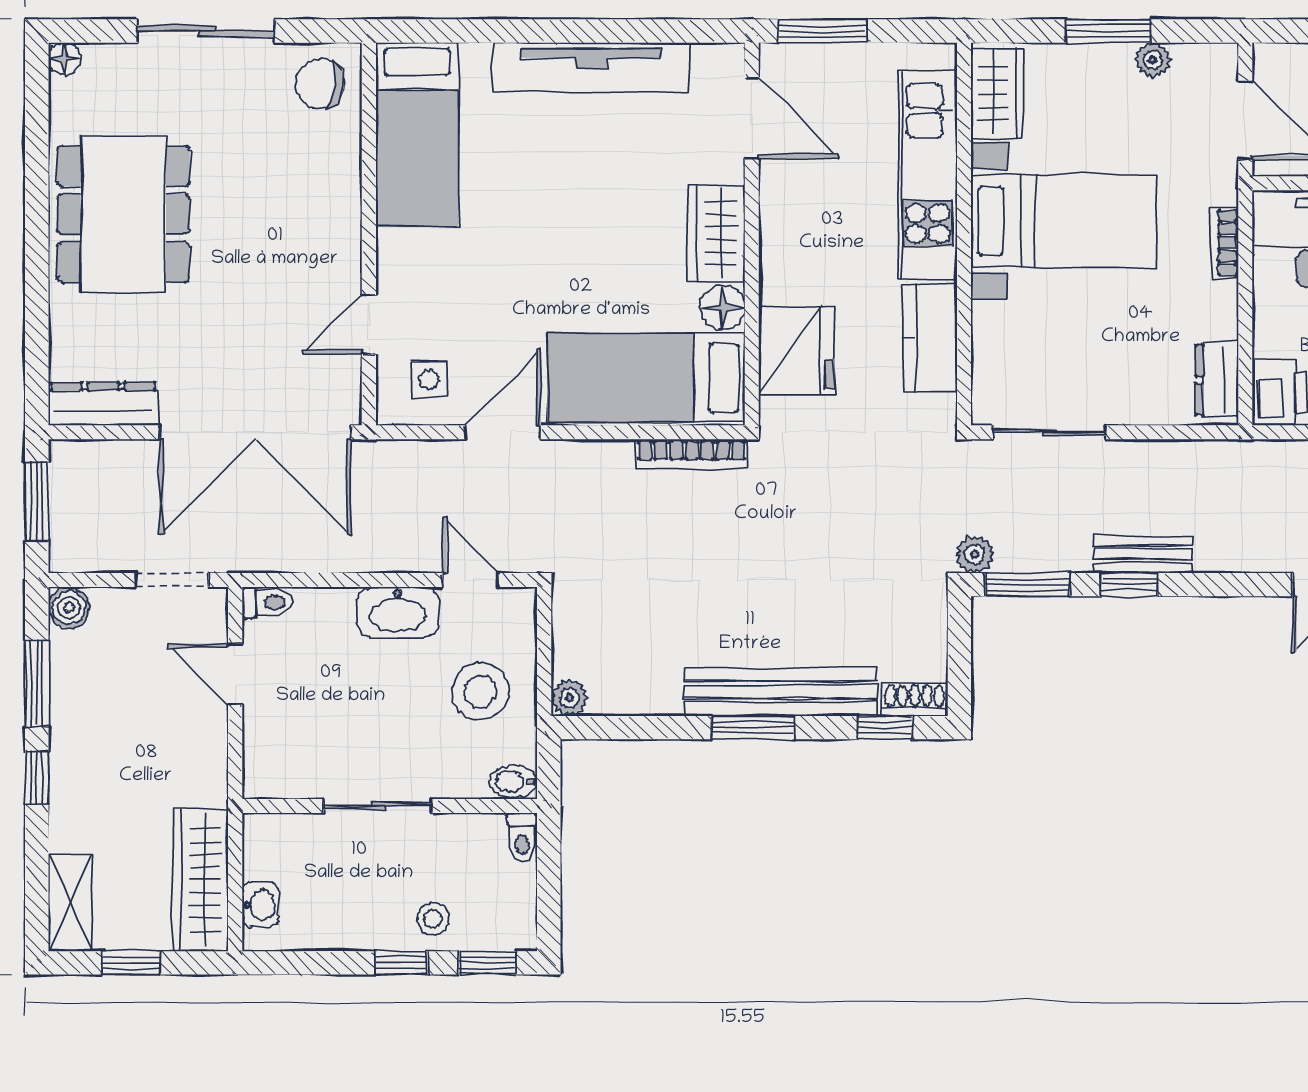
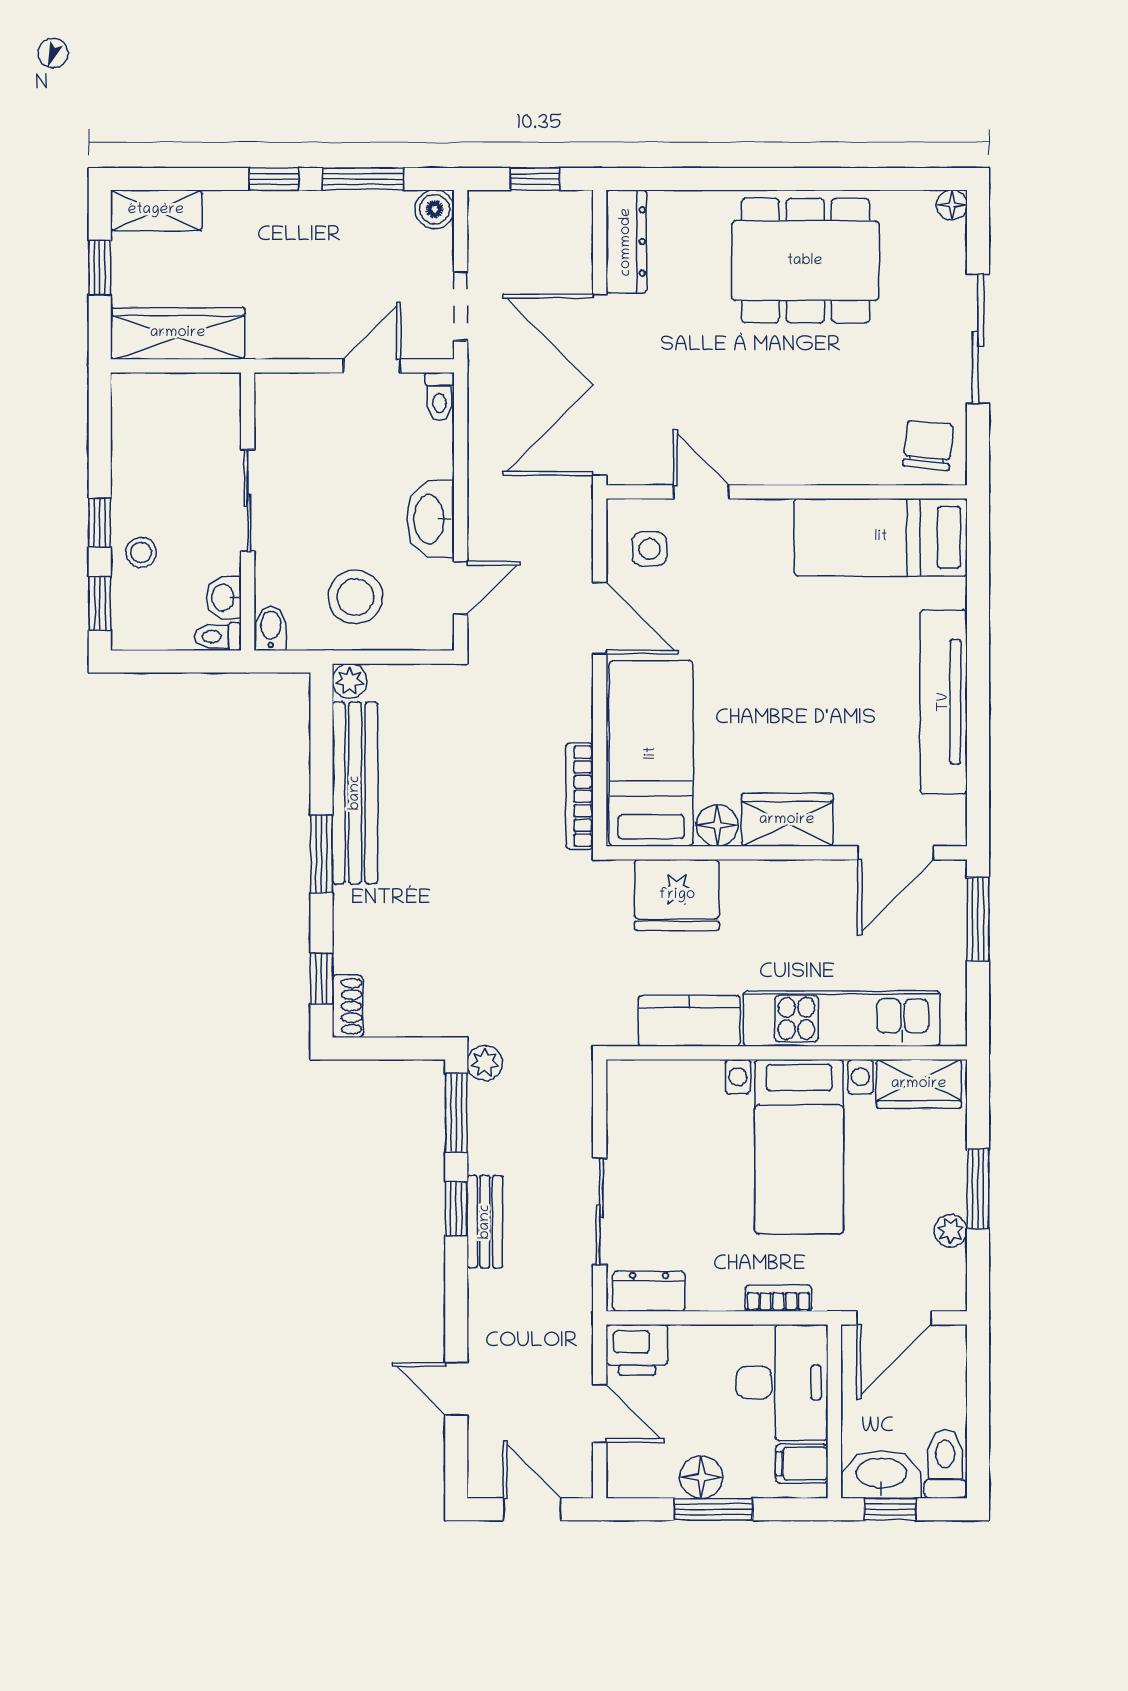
sliding door: (1049, 432) -> (600, 1212), moved
window: (37, 501) -> (535, 179), width x0.67
bench: (781, 692) -> (355, 793), moved
washbasin: (260, 904) -> (224, 598), moved, turned 90

